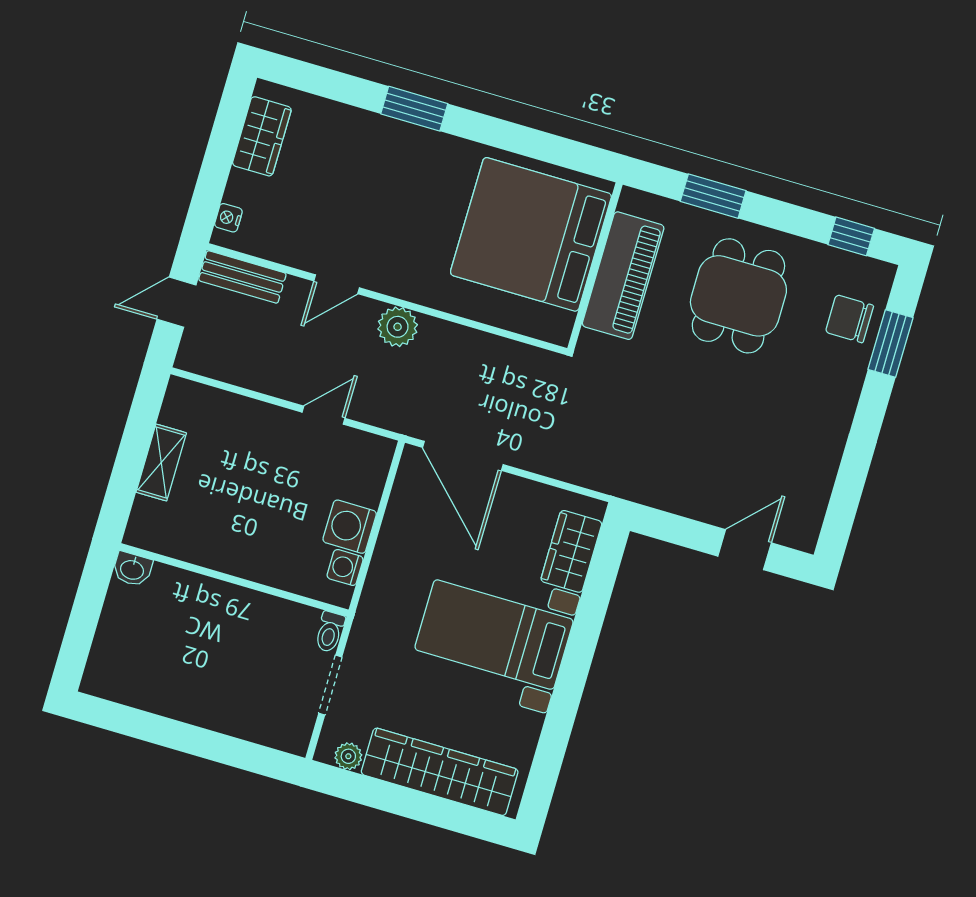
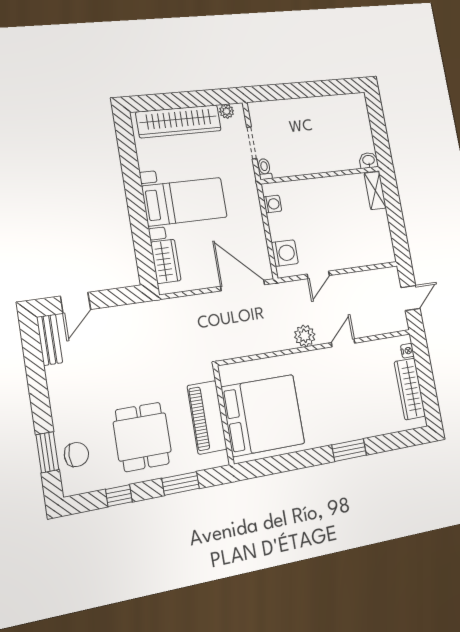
wardrobe: (262, 136) -> (410, 389), width x1.50
window: (851, 236) -> (119, 496), moved
bench: (242, 277) -> (49, 340), moved, turned 90
shelving: (161, 463) -> (375, 191), moved
washing machine: (350, 527) -> (285, 253), moved

